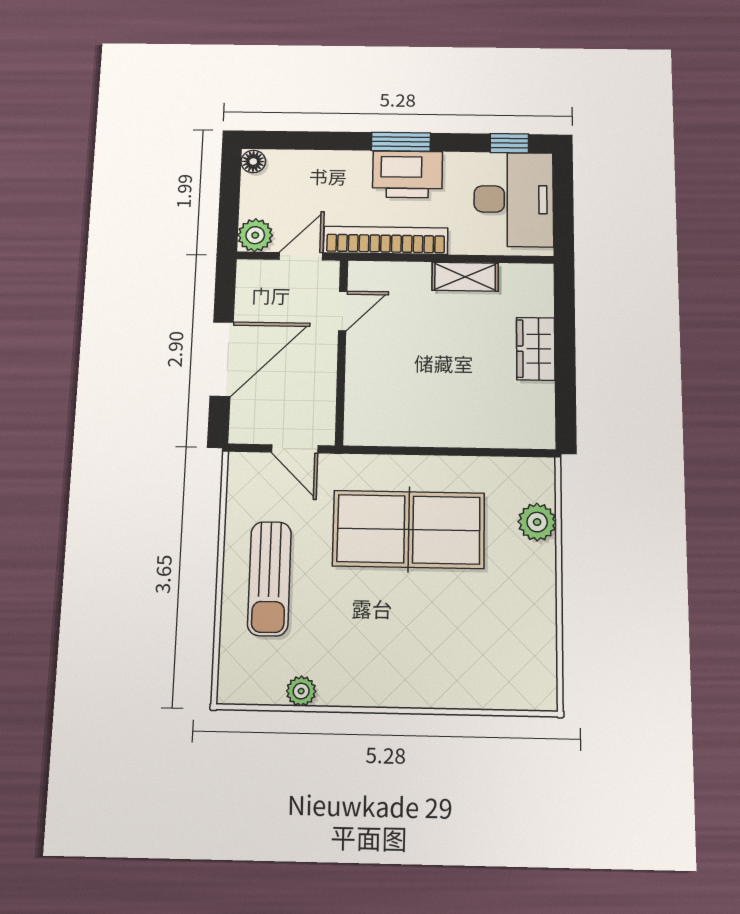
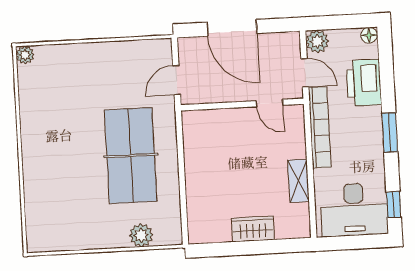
printer: (407, 174) -> (364, 83), moved
sun lounger: (269, 579) -> (94, 72), removed
plant: (301, 691) -> (25, 55), moved

